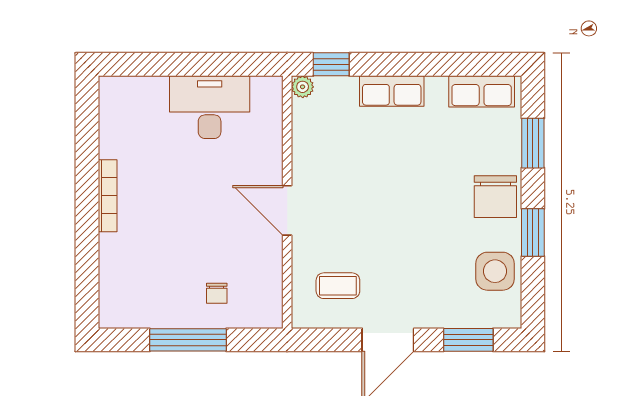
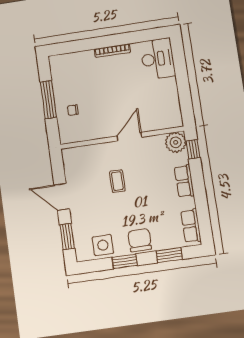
plant: (303, 87) -> (176, 142), width x1.88, depth x1.88
desk: (210, 107) -> (158, 59), moved
chair: (495, 197) -> (140, 240), turned 90
door: (287, 210) -> (129, 137), moved
coffee table: (338, 286) -> (117, 181), moved

